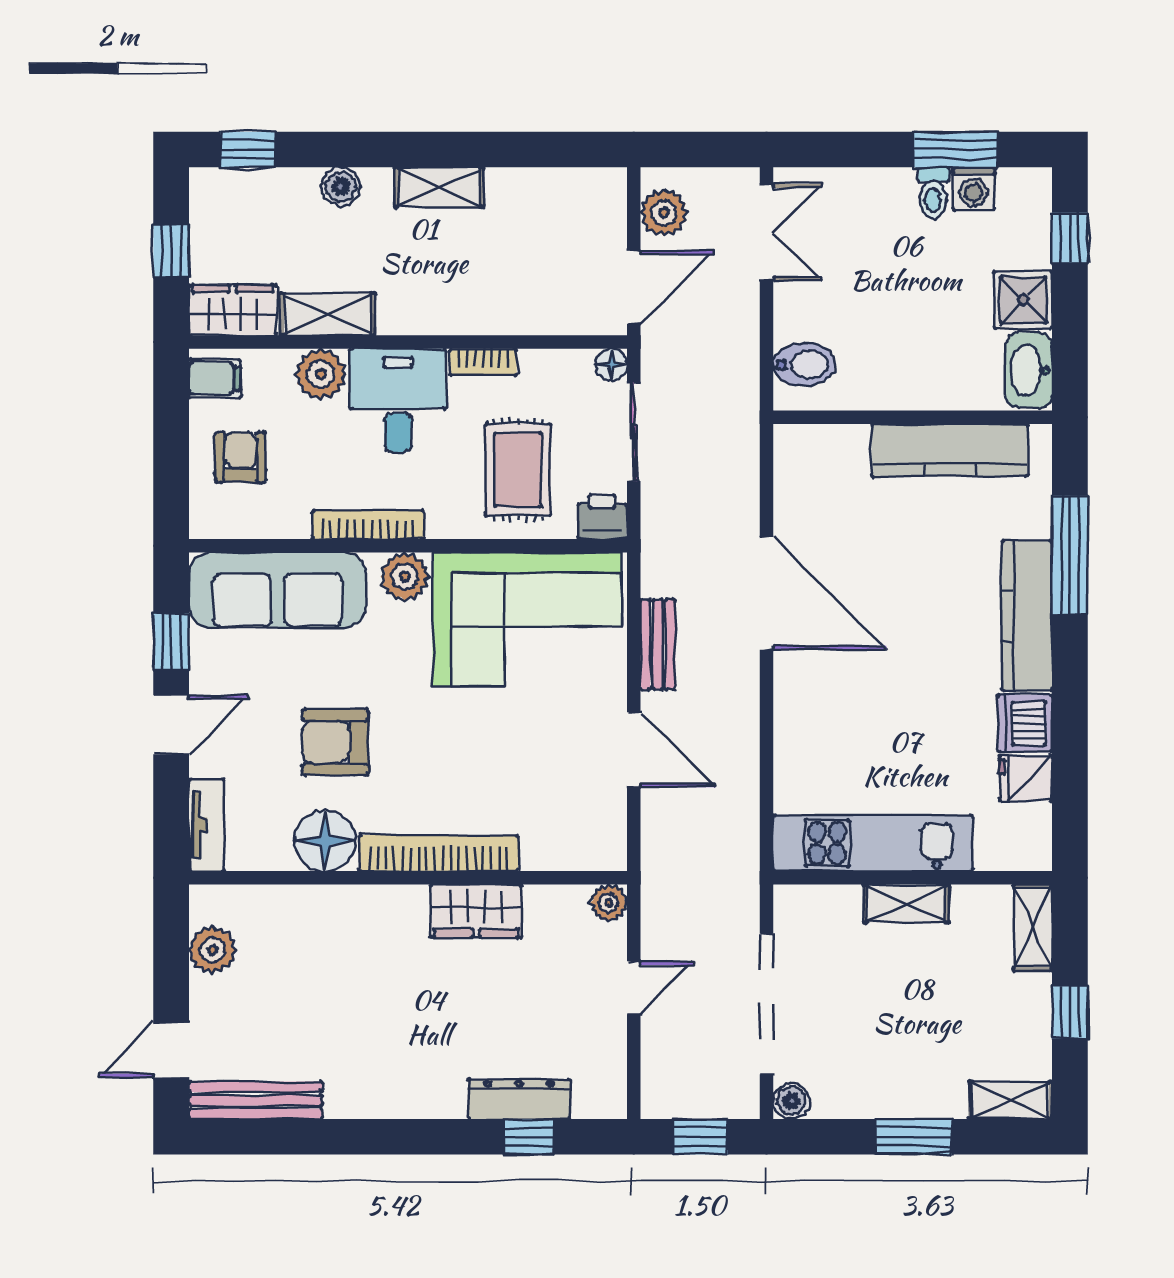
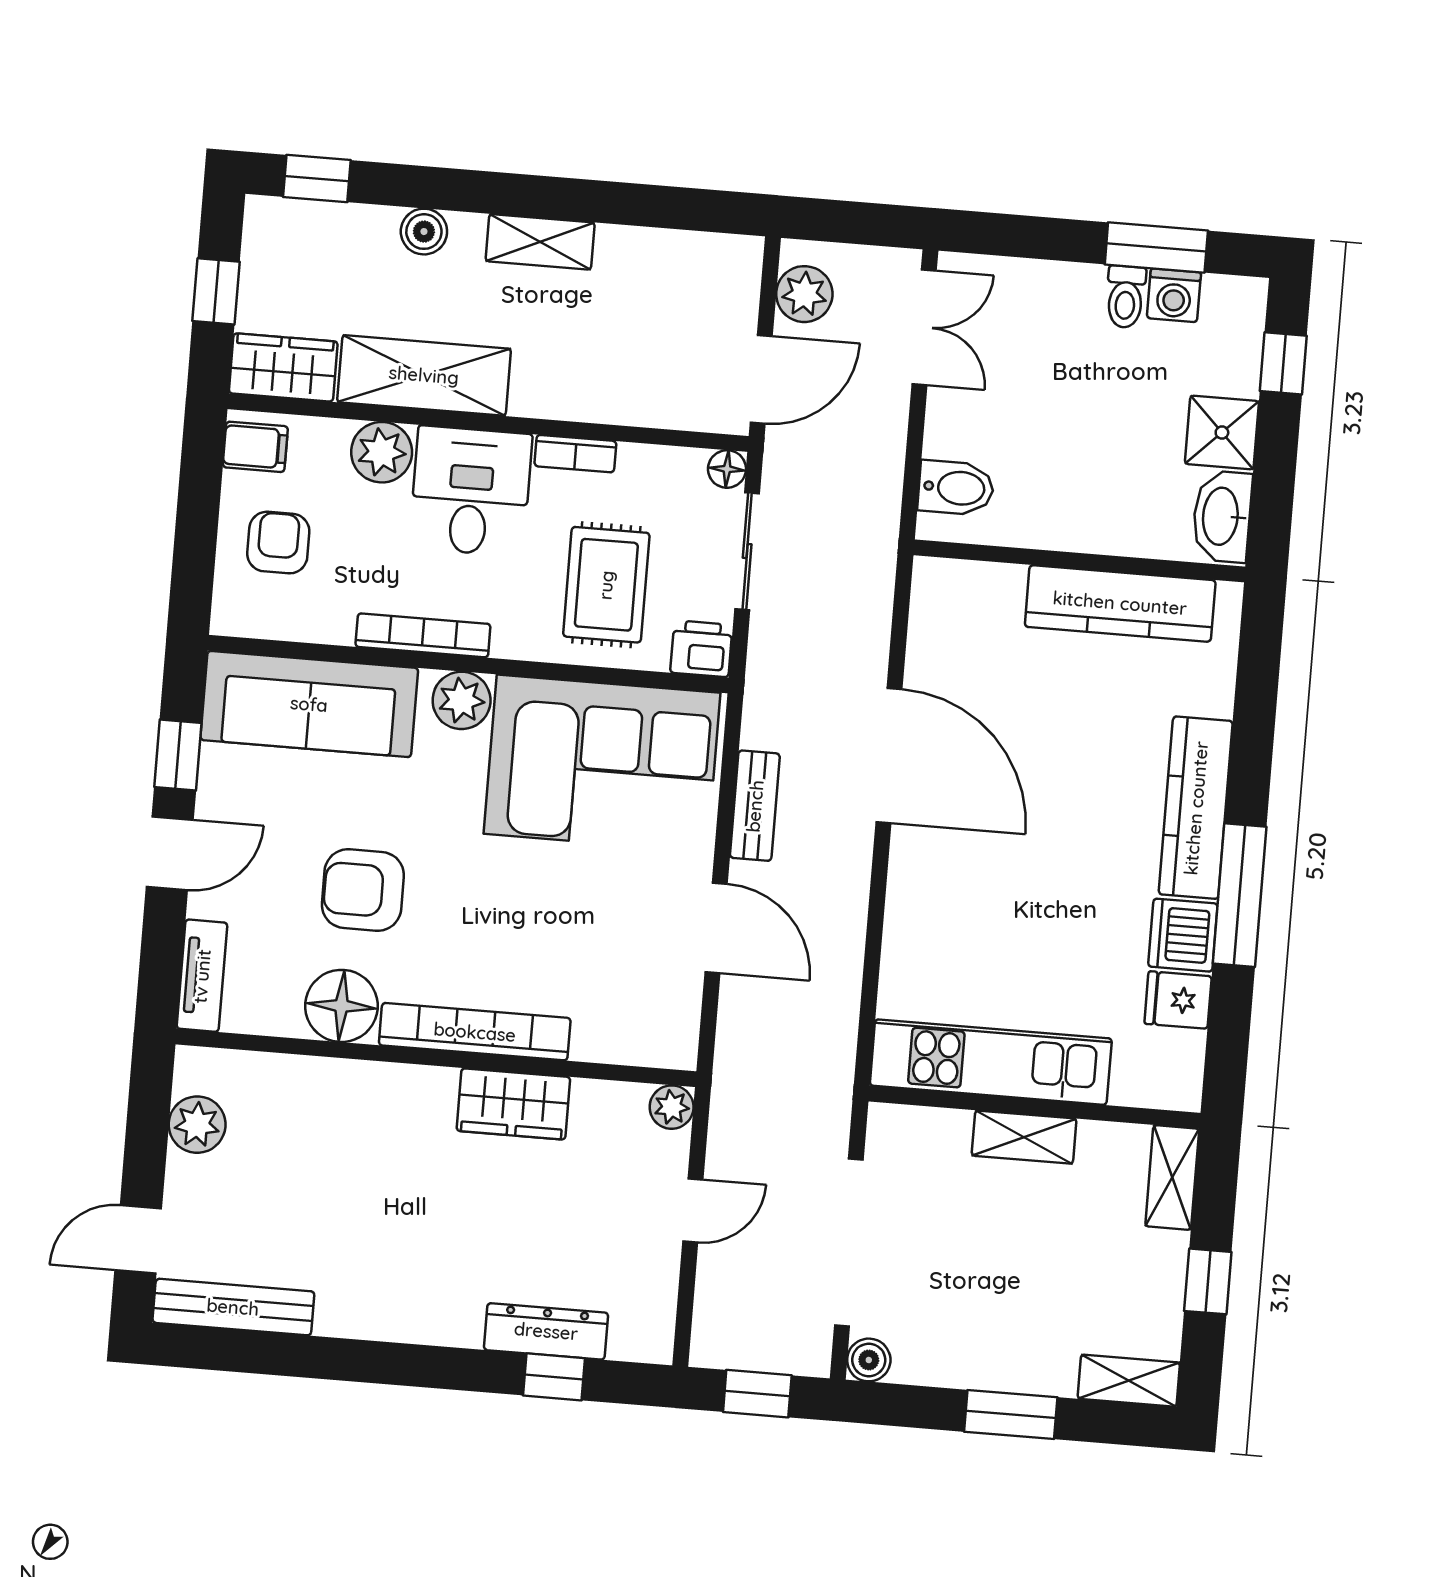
shelving: (327, 314) -> (424, 375), width x1.50, depth x1.33
window: (1070, 555) -> (1240, 895), moved

